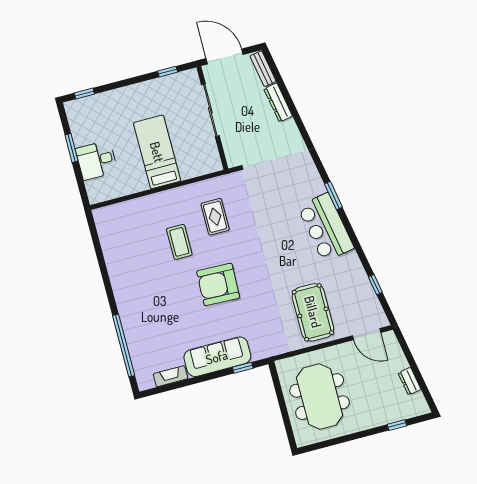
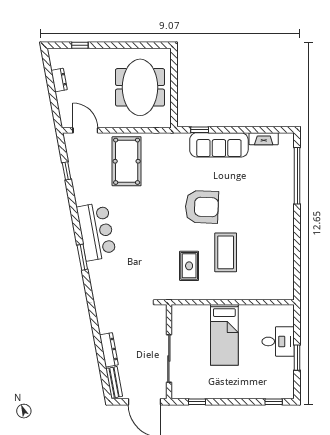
coffee table: (179, 242) -> (226, 252), width x1.36, depth x1.32

